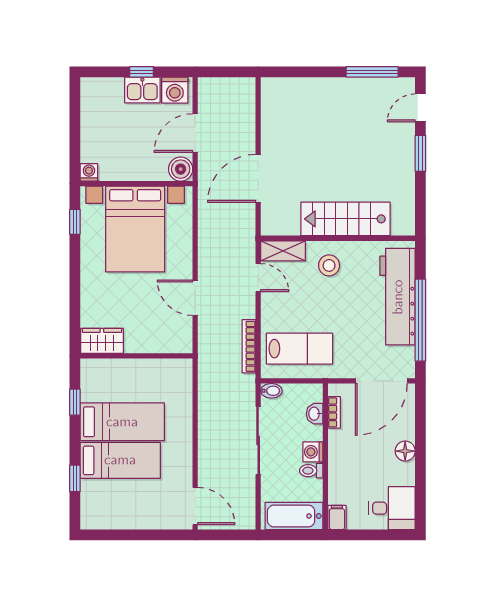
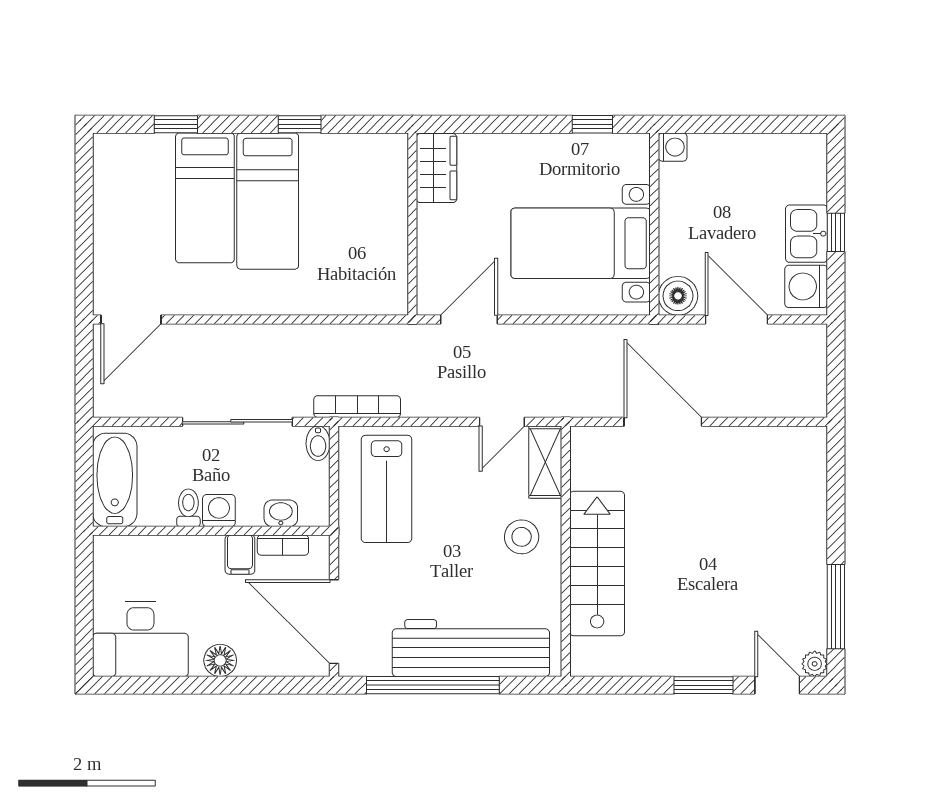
plant: (407, 85) -> (815, 664), added
bed with nightstands: (135, 229) -> (581, 243), width x0.73
wardrobe: (102, 341) -> (437, 168), moved
bookcase: (249, 346) -> (357, 407), moved
wall: (136, 356) -> (412, 224), moved
desk: (392, 508) -> (140, 639), width x1.37
filing cabinet: (337, 517) -> (240, 555), moved, turned 90

